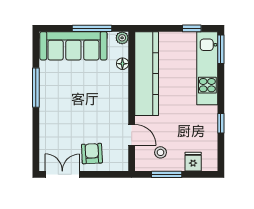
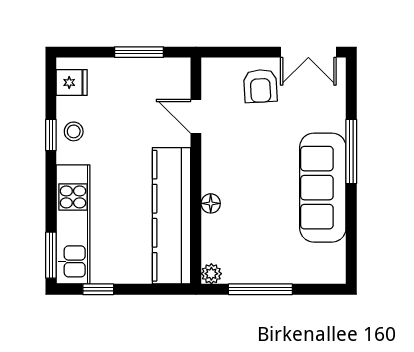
sofa: (73, 46) -> (323, 188), moved, turned -90
floor lamp: (122, 64) -> (211, 203), moved
window: (36, 88) -> (351, 152), moved
stool: (160, 152) -> (74, 131), moved
fridge: (193, 162) -> (72, 82), moved, turned -90

